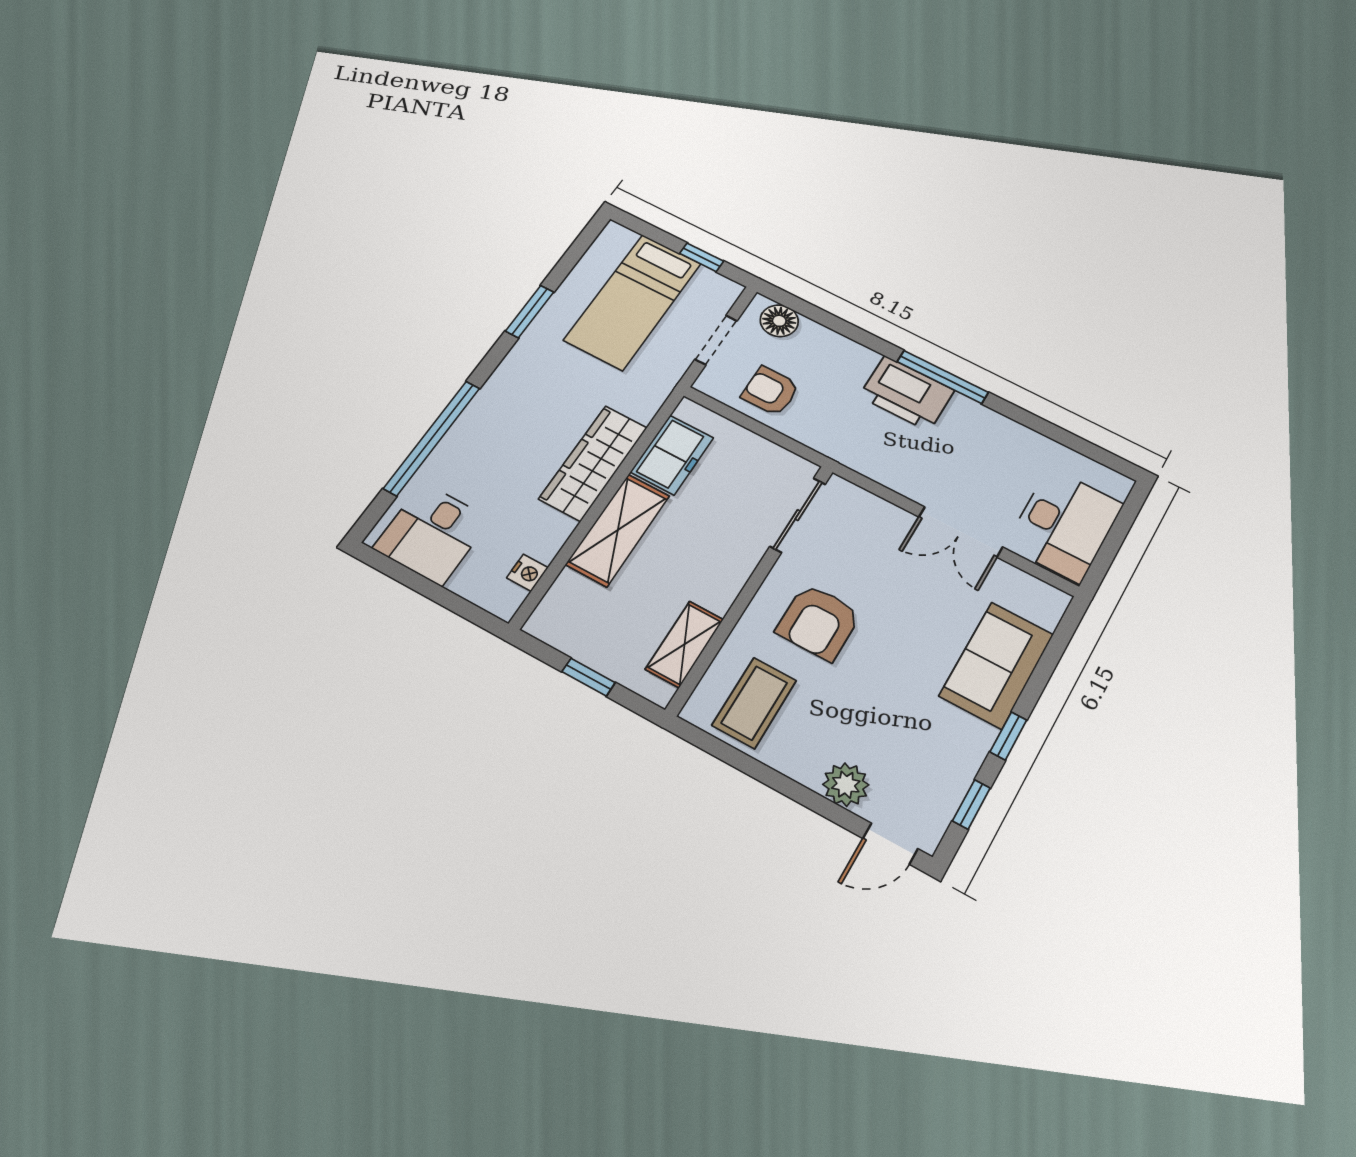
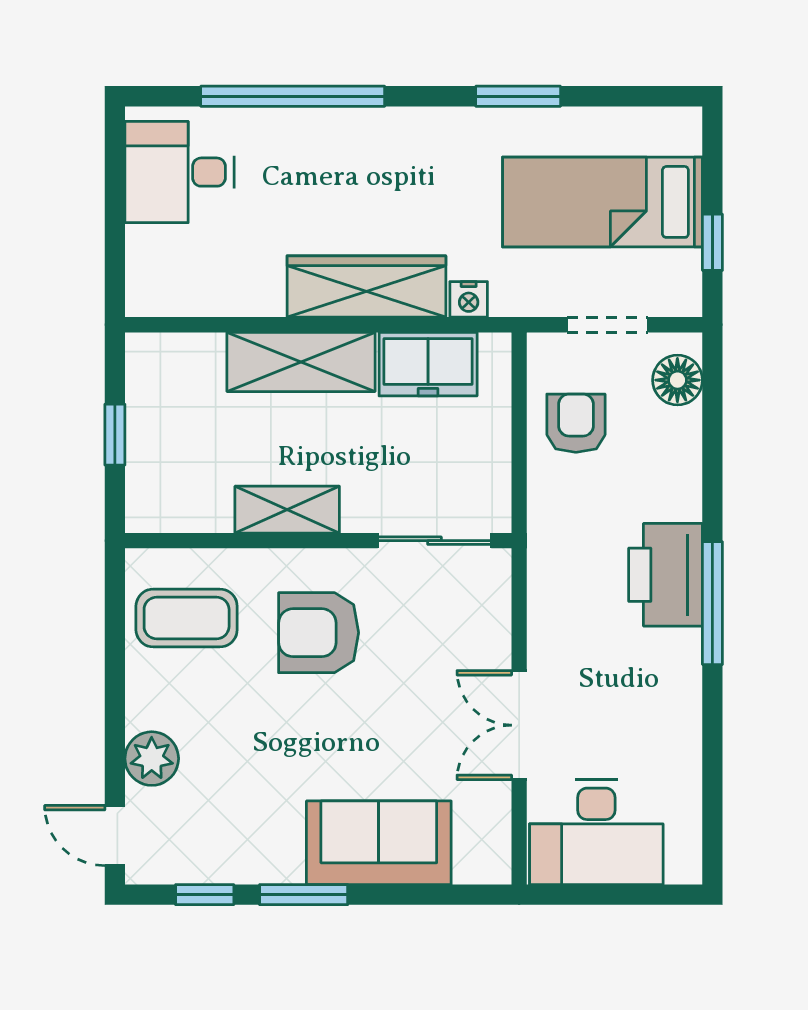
nightstand: (527, 573) -> (469, 299), moved
shelving: (684, 644) -> (287, 510), moved
window: (1008, 736) -> (304, 895), width x1.50

